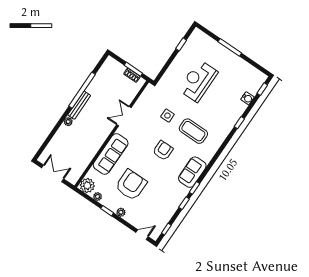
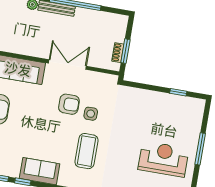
reception desk: (198, 81) -> (163, 159), moved
double door: (124, 116) -> (67, 65), width x1.37
armchair: (163, 150) -> (69, 104), moved

